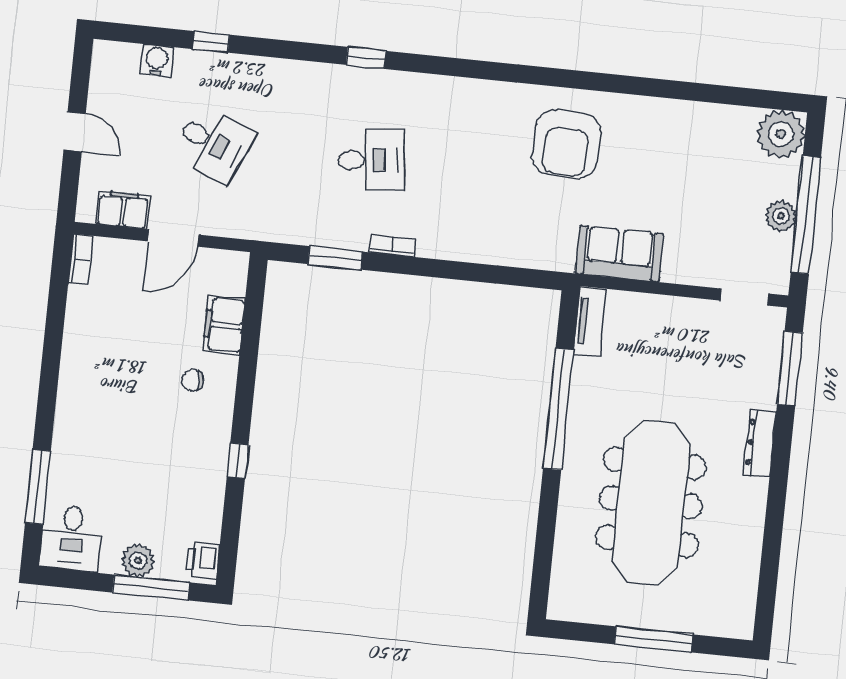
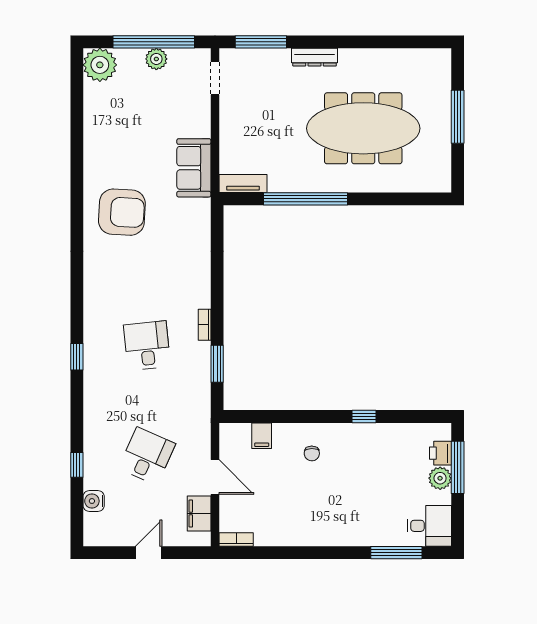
filing cabinet: (224, 325) -> (262, 436), width x0.50
printer: (203, 561) -> (441, 453), moved, turned 90

